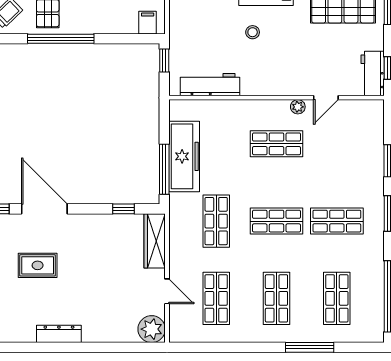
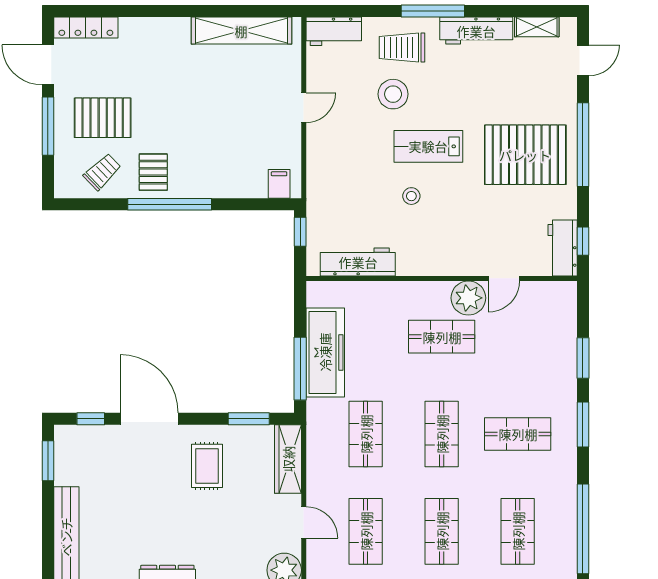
plant: (298, 107) -> (468, 298), width x1.87, depth x1.87
window: (123, 209) -> (249, 419), width x1.50
shop shelf: (276, 221) -> (442, 434), turned 90
rug: (38, 265) -> (207, 466), moved, turned 90

